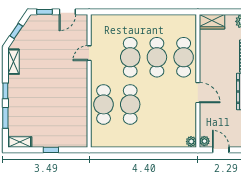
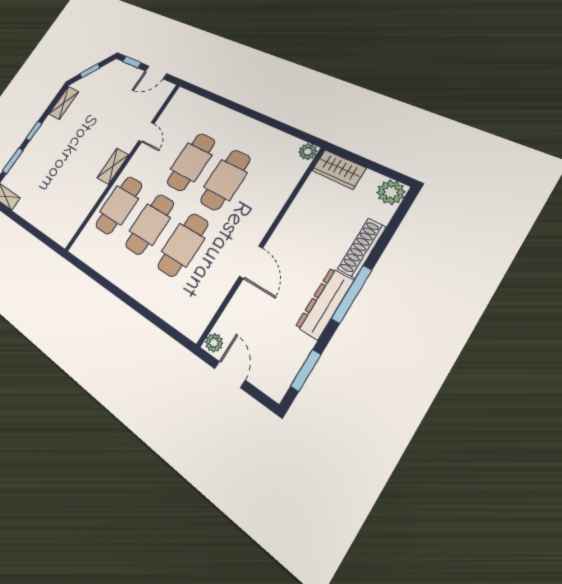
door: (89, 53) -> (146, 132), swing flipped
cafe table: (184, 57) -> (183, 245), moved
shelving: (82, 84) -> (113, 166), added
plant: (191, 142) -> (308, 152), moved
window: (51, 150) -> (27, 226), removed

